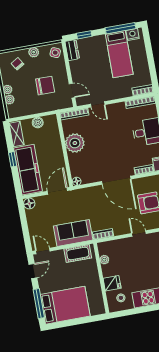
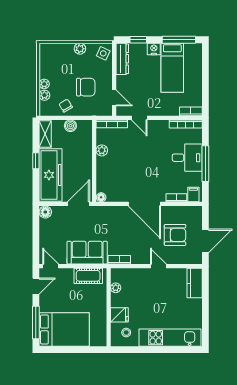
nightstand: (133, 34) -> (154, 49), moved
dresser: (72, 50) -> (122, 59), width x1.44
chair: (18, 64) -> (66, 106), moved
plant: (75, 143) -> (102, 150), width x0.53, depth x0.53

